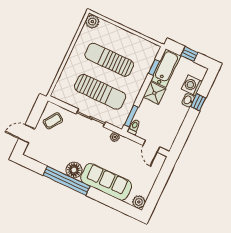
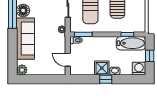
washing machine: (192, 85) -> (139, 69), moved
shower: (154, 93) -> (102, 68), moved
window: (198, 102) -> (106, 79), moved
door: (151, 146) -> (68, 60), hinge flipped

